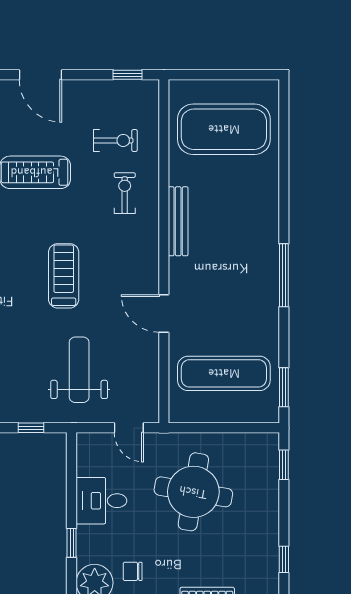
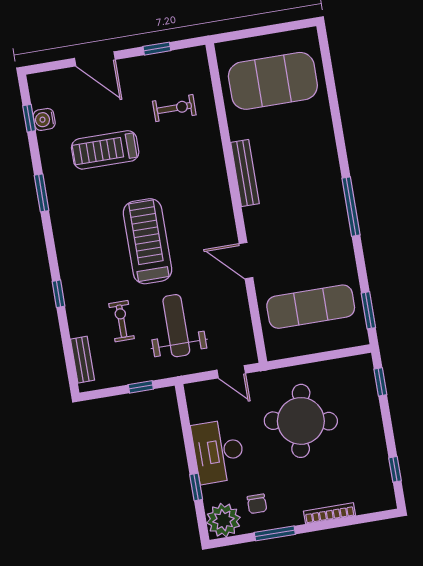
window: (128, 75) -> (157, 49), moved
exercise bike: (125, 193) -> (121, 321), moved
treadmill: (64, 276) -> (147, 241), width x1.37, depth x1.38
desk: (101, 501) -> (219, 451), width x1.37
chair: (133, 571) -> (257, 504), turned -90

